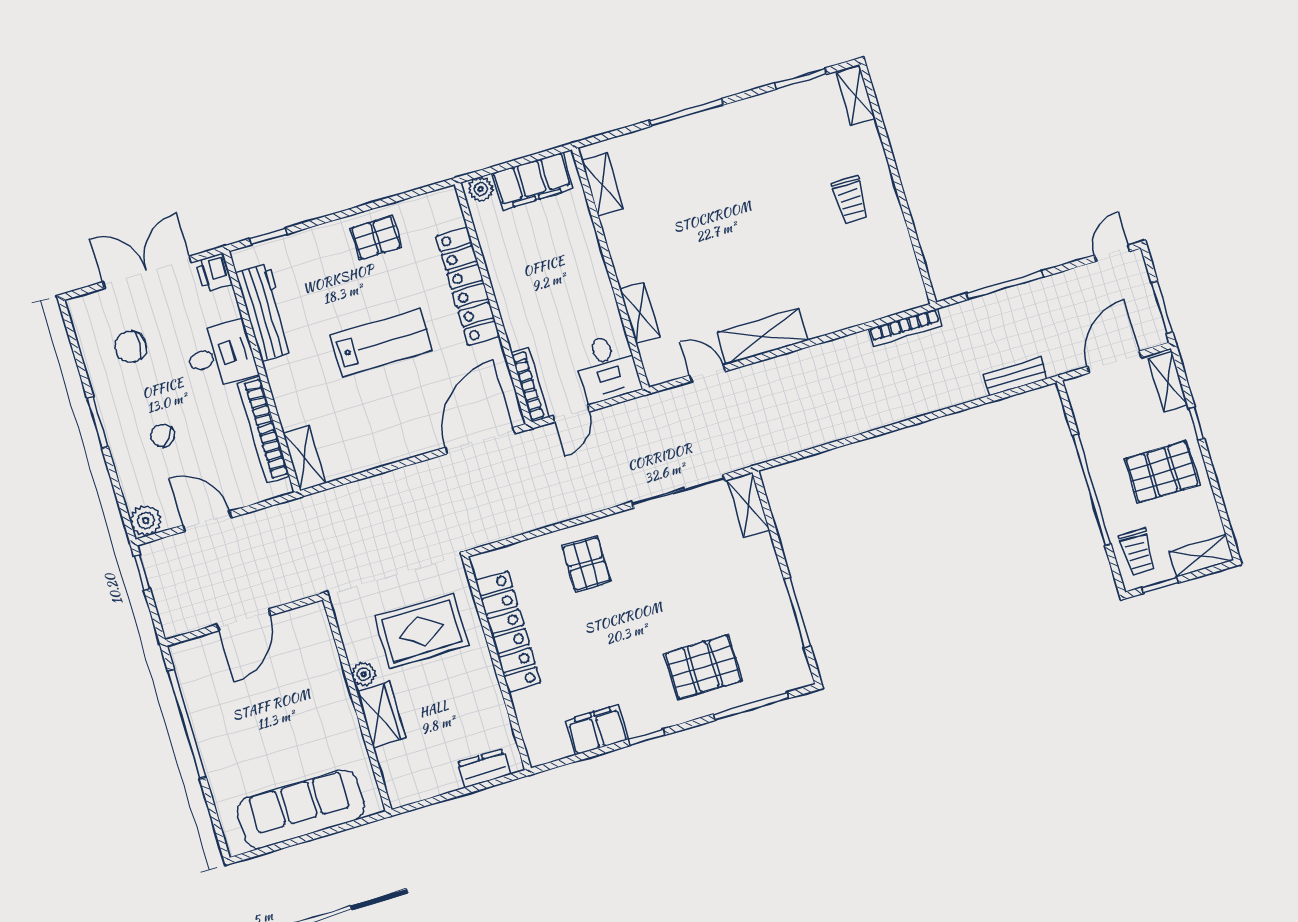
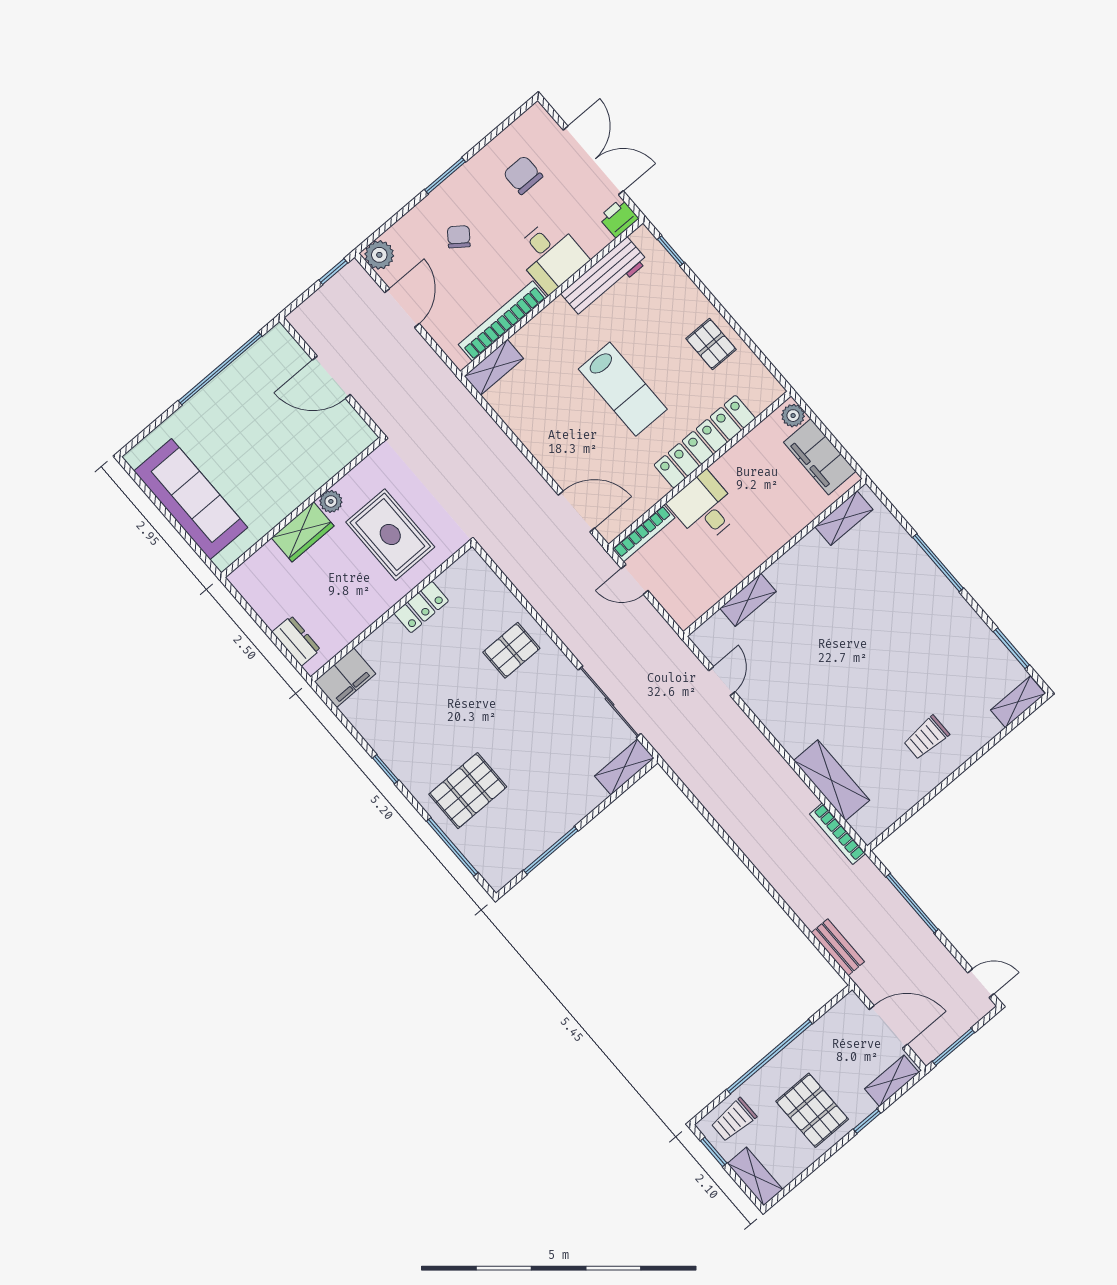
shelving: (763, 336) -> (832, 780), moved
desk: (607, 368) -> (705, 508), moved, turned 90
door: (480, 441) -> (576, 512), width x0.73
locker: (508, 632) -> (421, 607), width x0.46, depth x0.83
pallet: (703, 667) -> (468, 791), turned 90
filing cabinet: (597, 730) -> (345, 678), moved, turned 90

